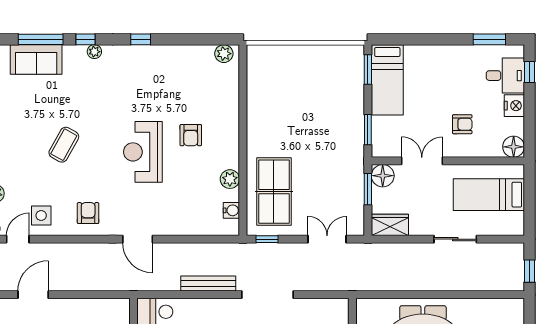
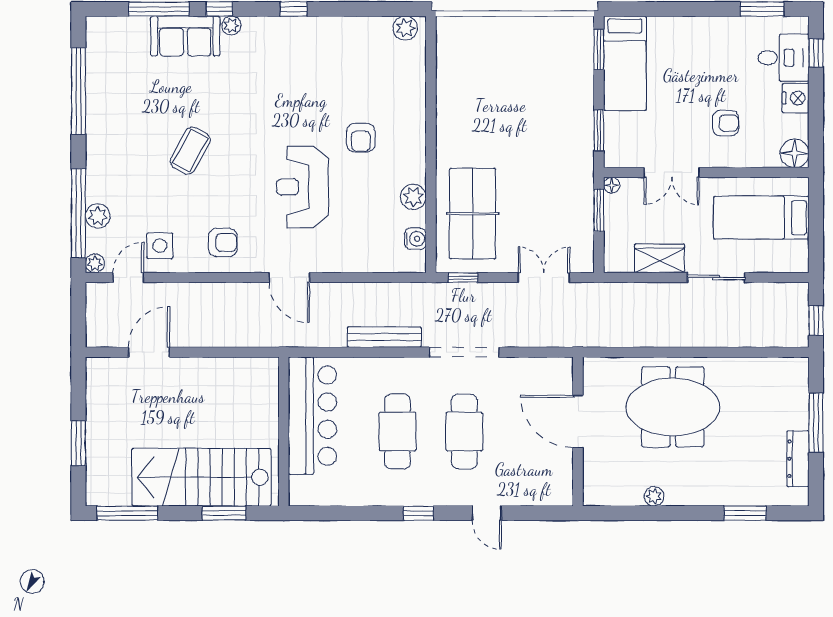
sofa: (36, 59) -> (185, 36), moved
reception desk: (143, 152) -> (303, 187), moved
double door: (422, 161) -> (672, 172), swing flipped
floor lamp: (383, 176) -> (612, 185), width x0.53, depth x0.53
armchair: (88, 213) -> (223, 242), turned 90
wardrobe: (390, 225) -> (659, 258), moved

